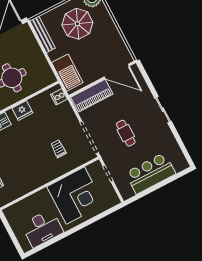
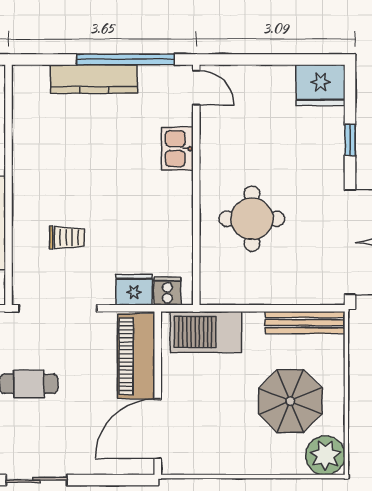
fridge: (22, 111) -> (134, 290), moved, turned 90

